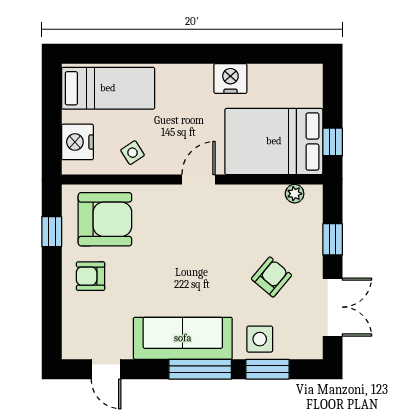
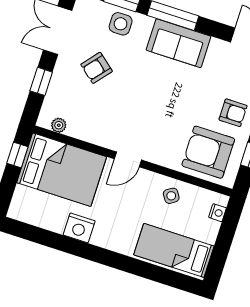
nightstand: (77, 142) -> (218, 213), width x0.53, depth x0.56
sofa: (183, 338) -> (179, 43), width x0.73

